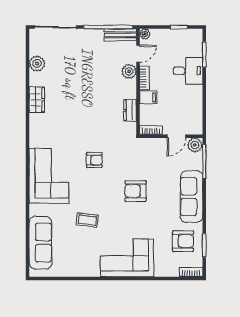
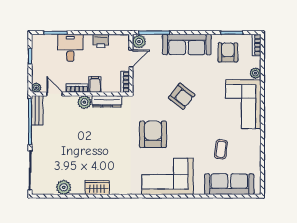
plant: (129, 71) -> (84, 102), moved
printer: (195, 104) -> (101, 41), added
dresser: (130, 110) -> (107, 101), width x1.44
door: (176, 136) -> (131, 58), hinge flipped
armchair: (94, 160) -> (153, 134), width x1.88, depth x1.88
armchair: (136, 191) -> (182, 96), turned -52
coffee table: (87, 220) -> (221, 149), moved
plant: (161, 271) -> (255, 73), added

